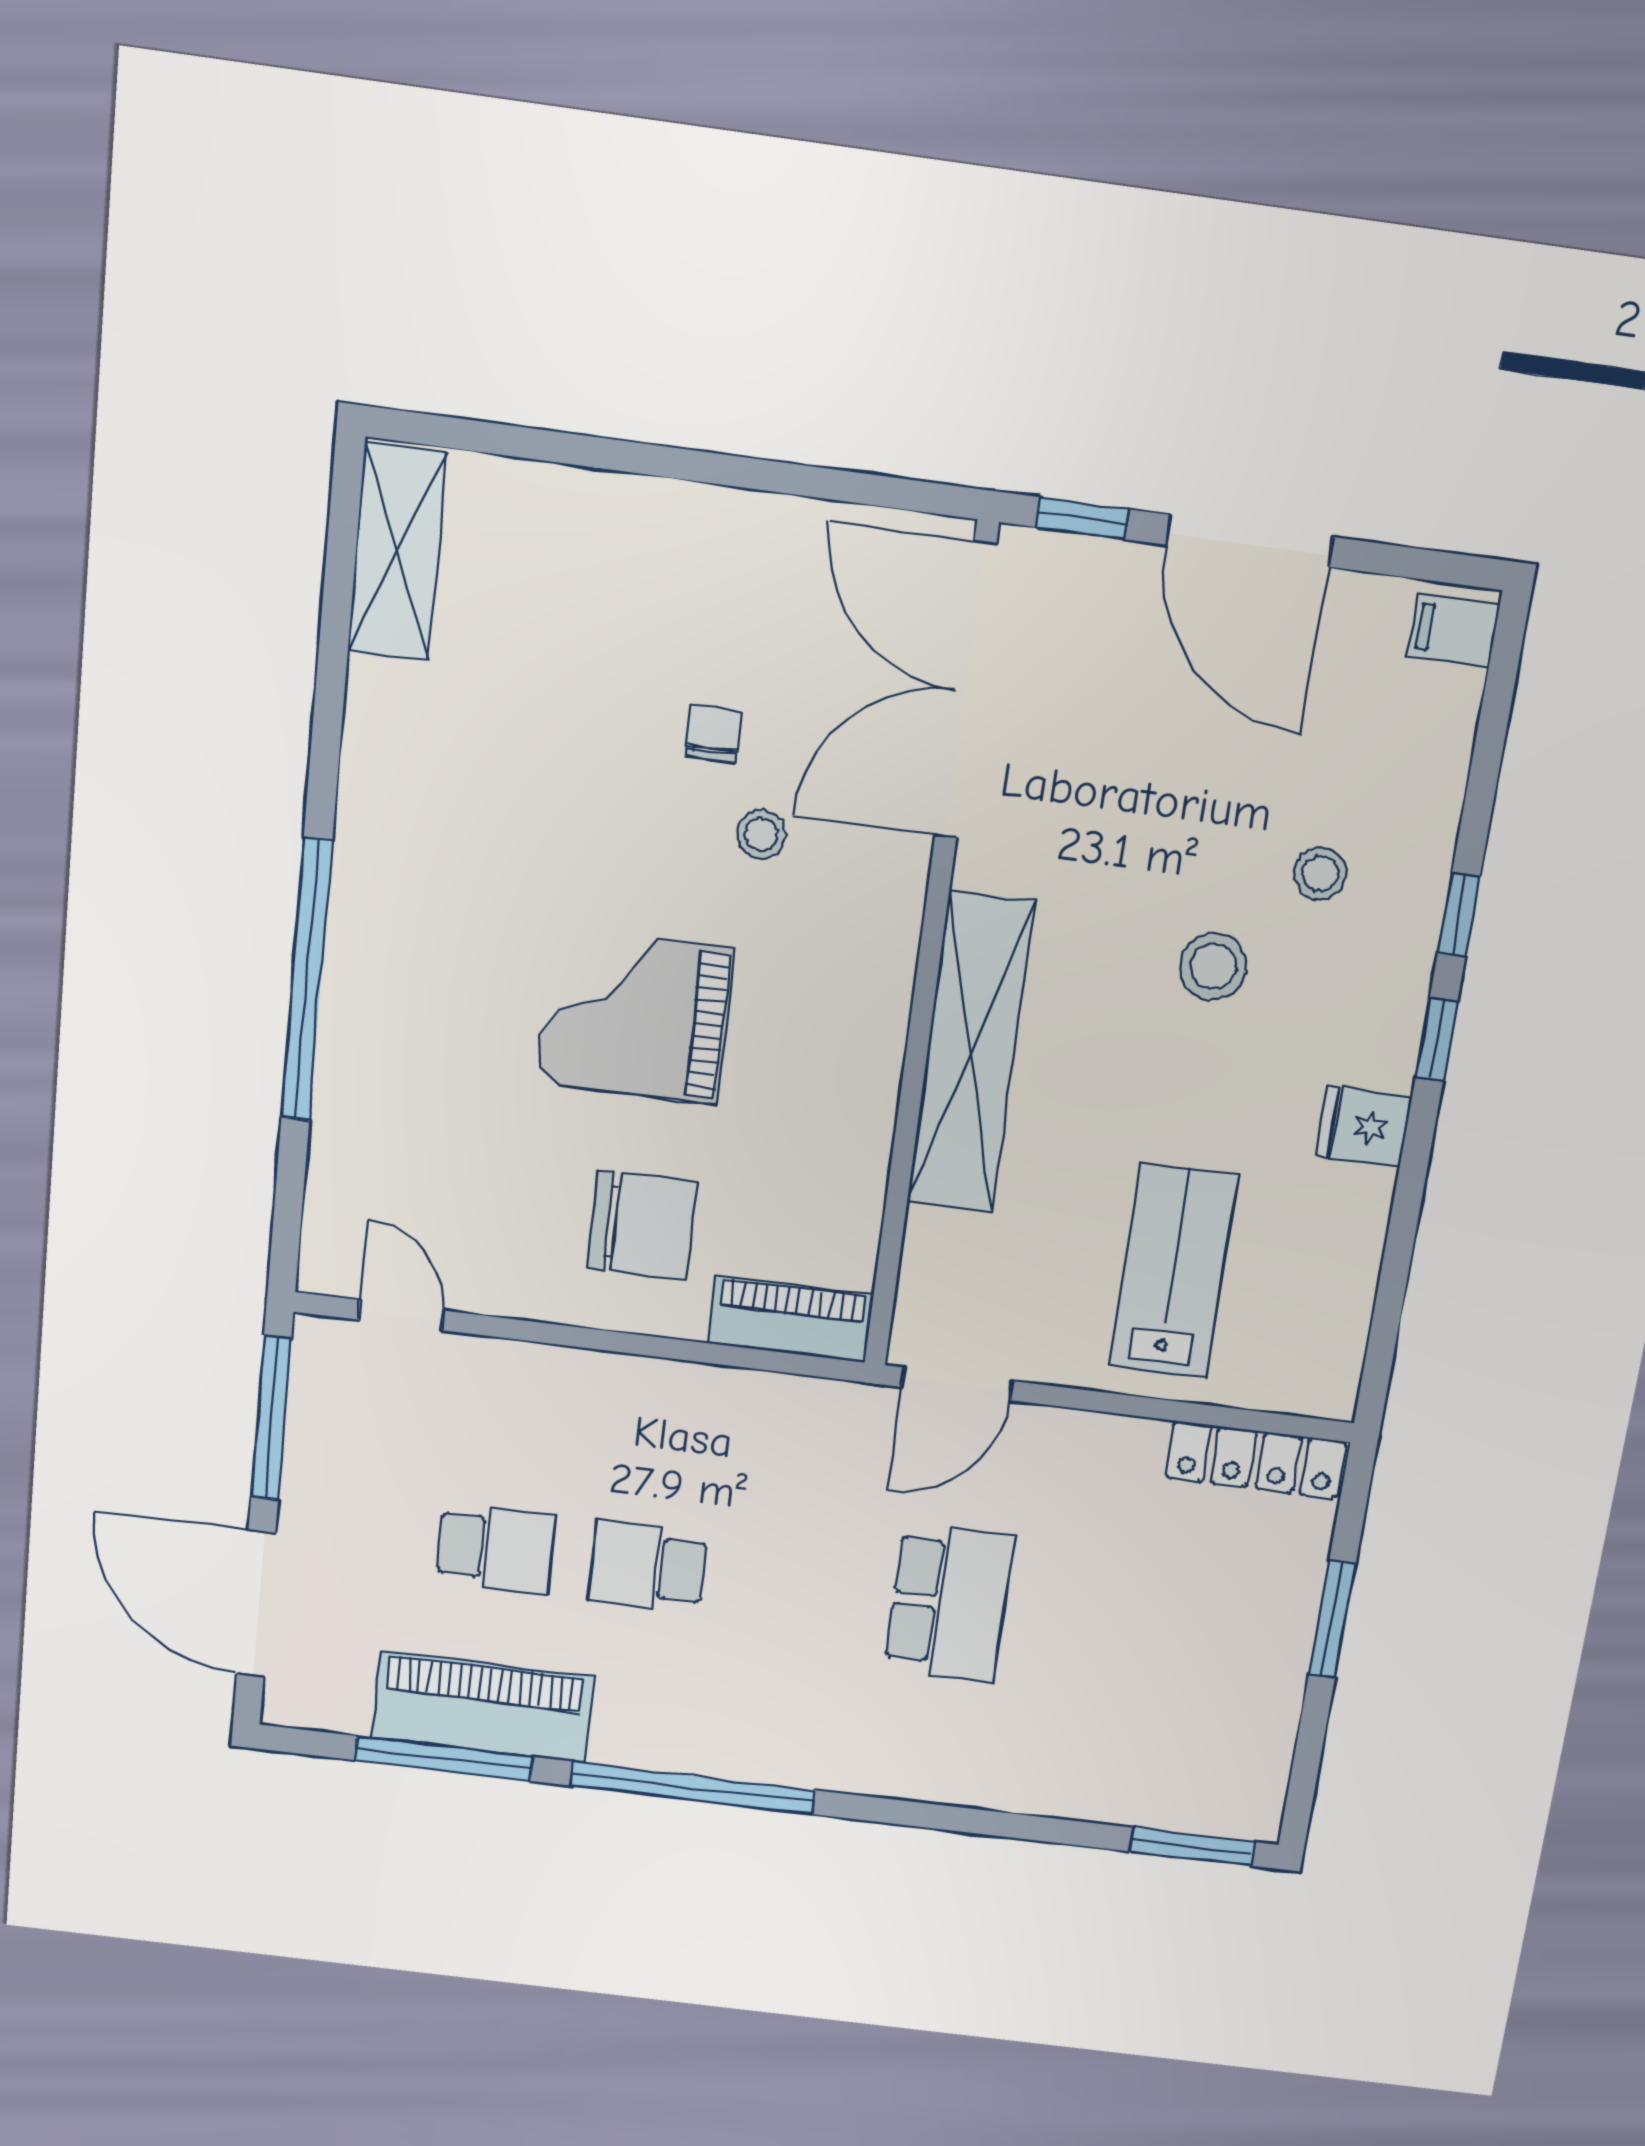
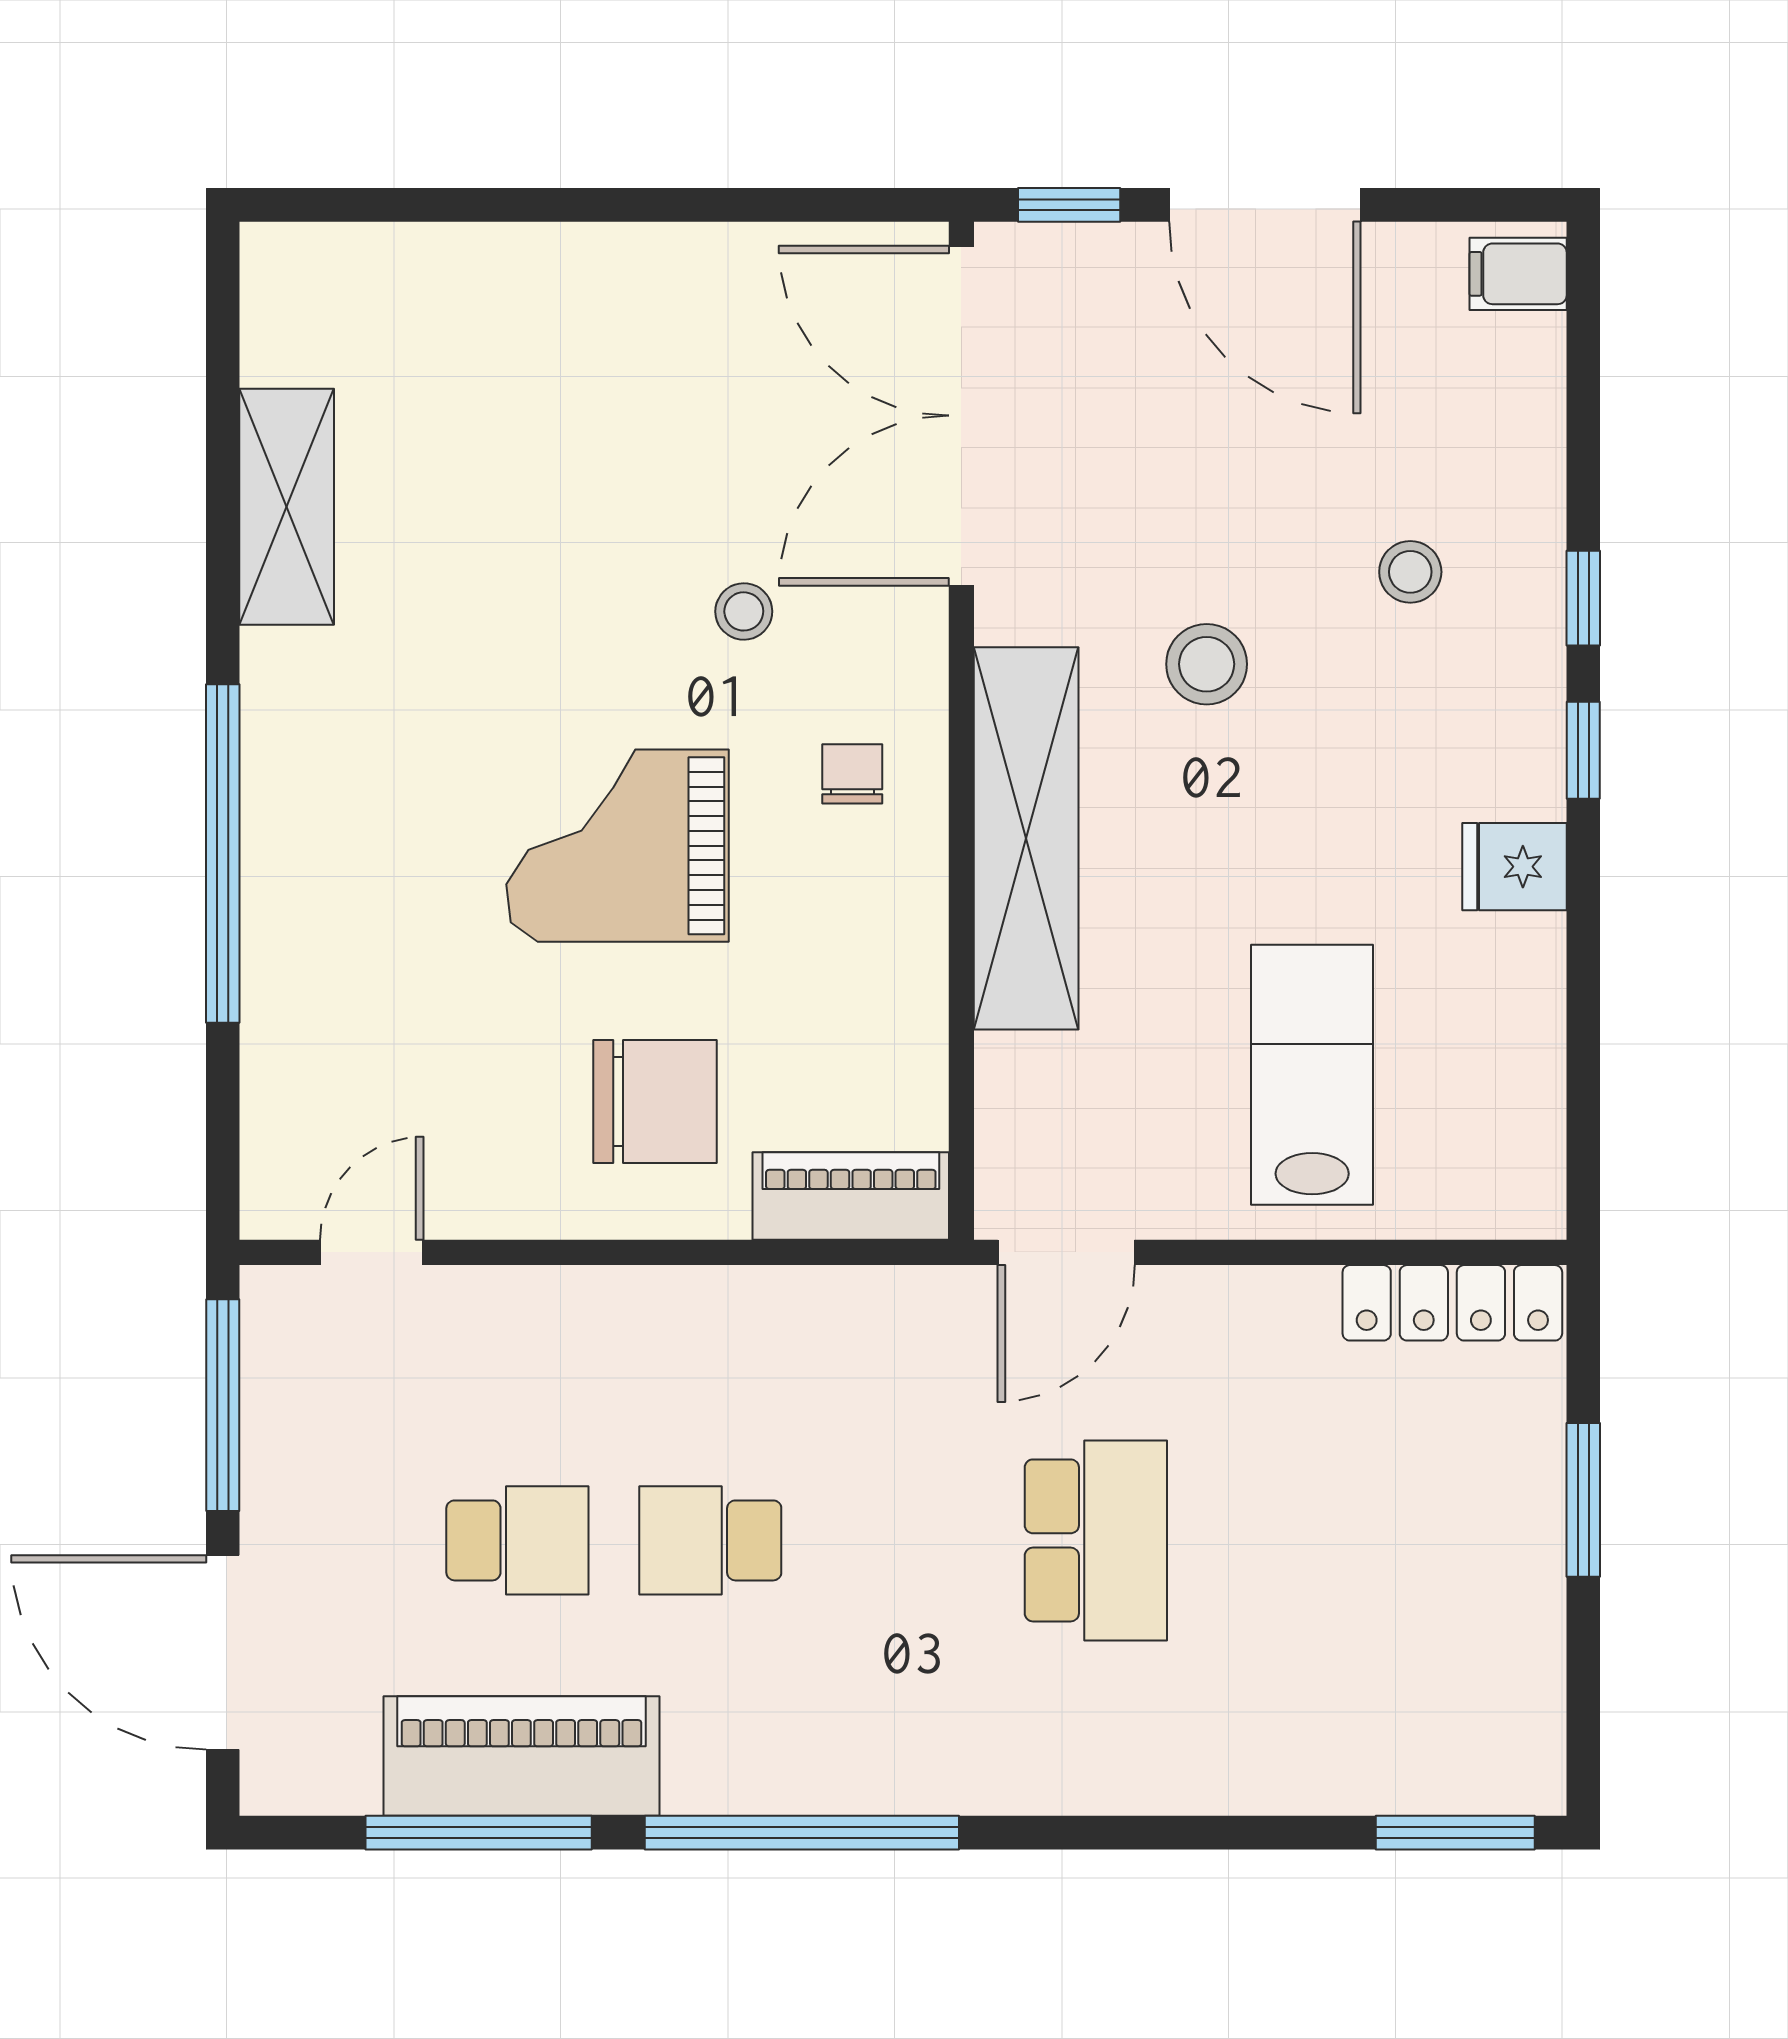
shelving: (397, 552) -> (287, 507), moved
chair: (713, 734) -> (852, 774), moved
stool: (1213, 966) -> (1207, 664), moved
door: (401, 1315) -> (372, 1252), hinge flipped

